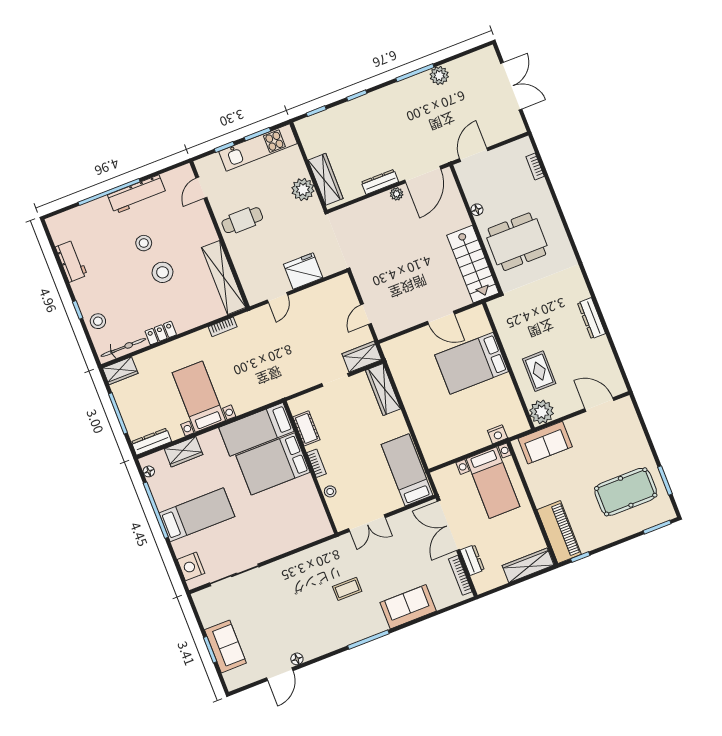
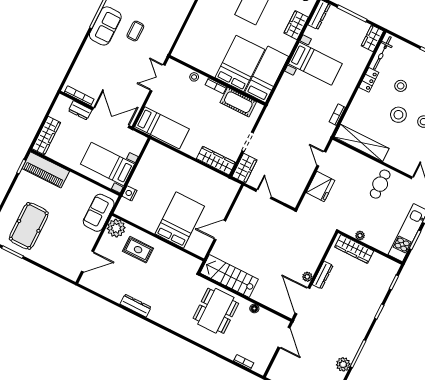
plant: (303, 189) -> (360, 236), width x0.53, depth x0.53
stool: (98, 321) -> (401, 86), moved
cot: (306, 428) -> (238, 102), width x1.37, depth x1.34
sofa: (408, 607) -> (105, 26), moved

